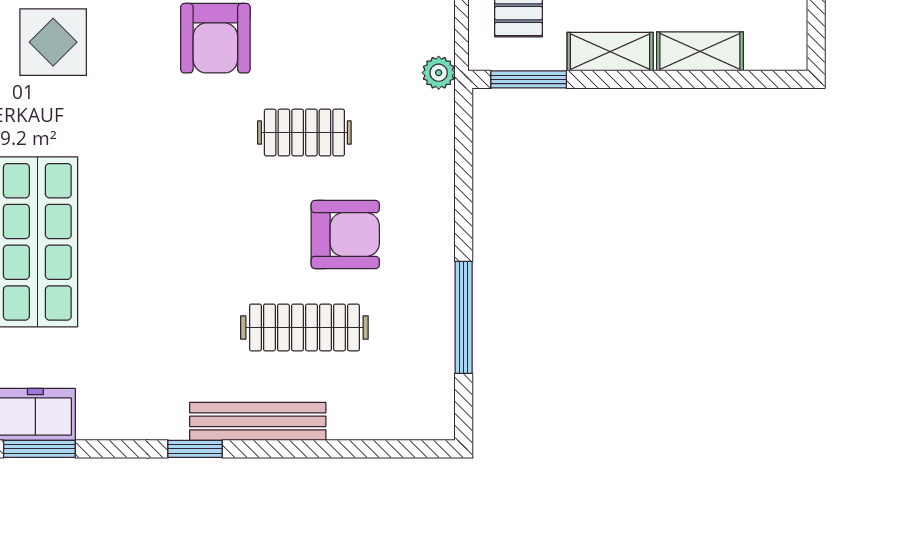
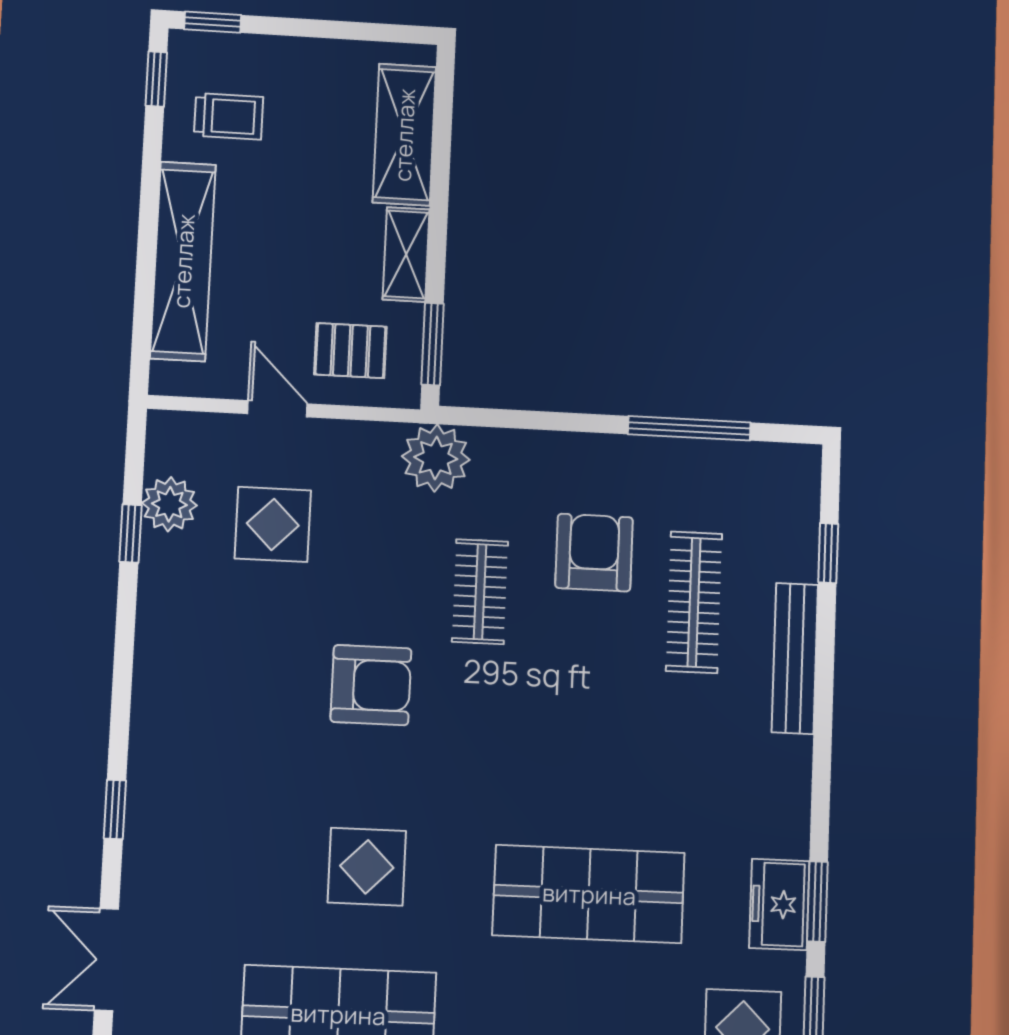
shelving: (700, 51) -> (404, 135), width x1.50, depth x1.33
plant: (439, 73) -> (436, 458), width x1.88, depth x1.88
window: (195, 449) -> (828, 553), moved

